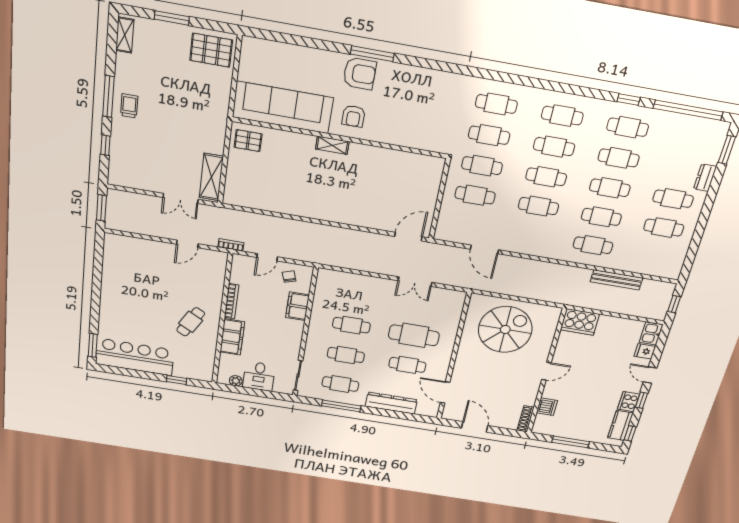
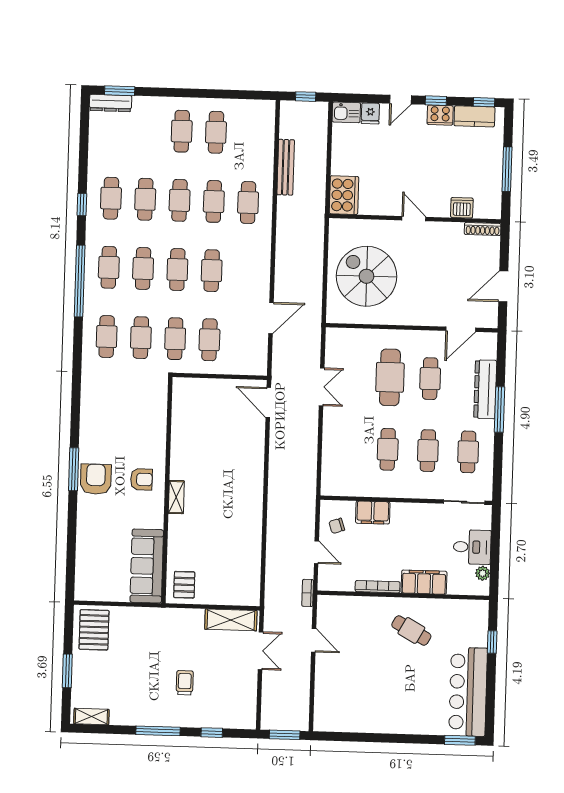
trolley: (129, 106) -> (185, 683), moved, turned 90
sofa: (283, 107) -> (147, 566), width x0.74, depth x0.79
window: (688, 110) -> (80, 281), moved
dresser: (705, 178) -> (111, 103), moved, width x1.44
window: (341, 406) -> (499, 409), moved

